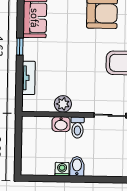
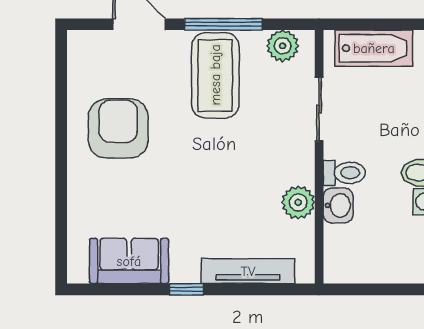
tv unit: (29, 78) -> (248, 271), width x1.41

